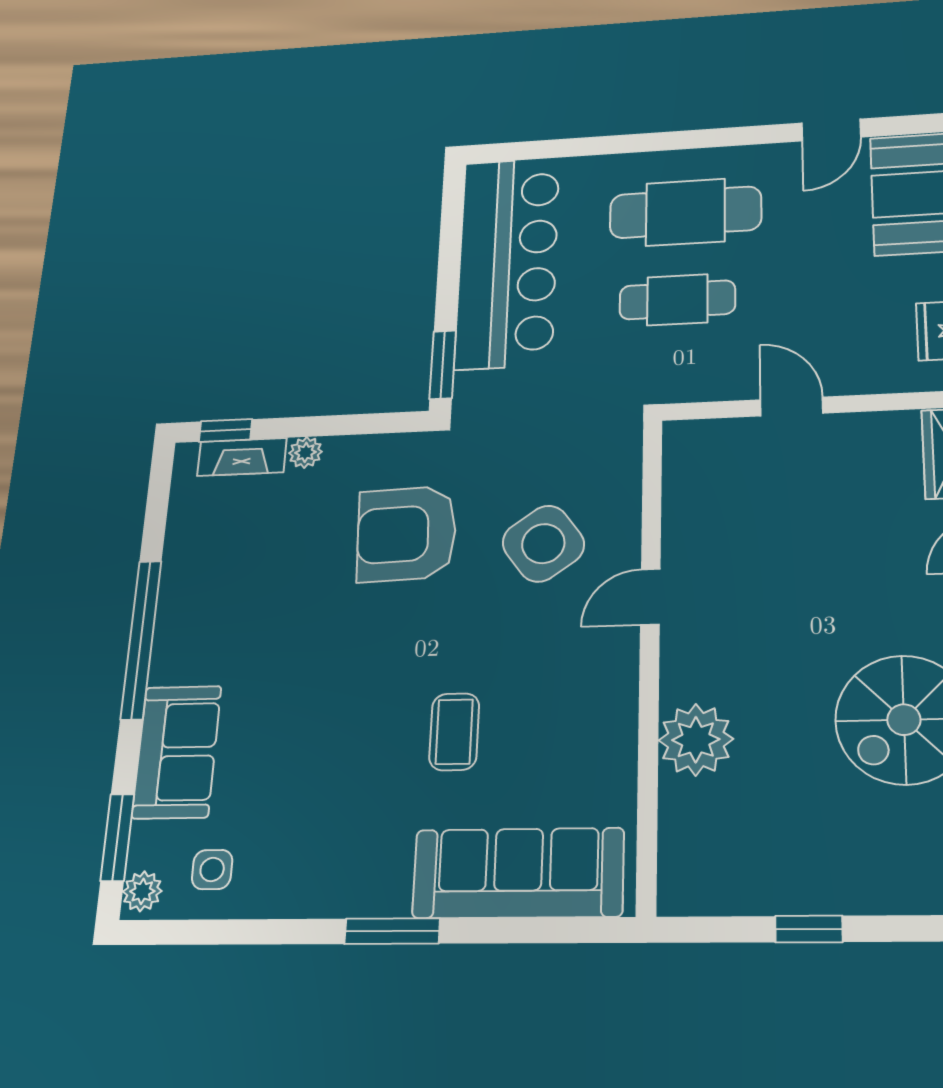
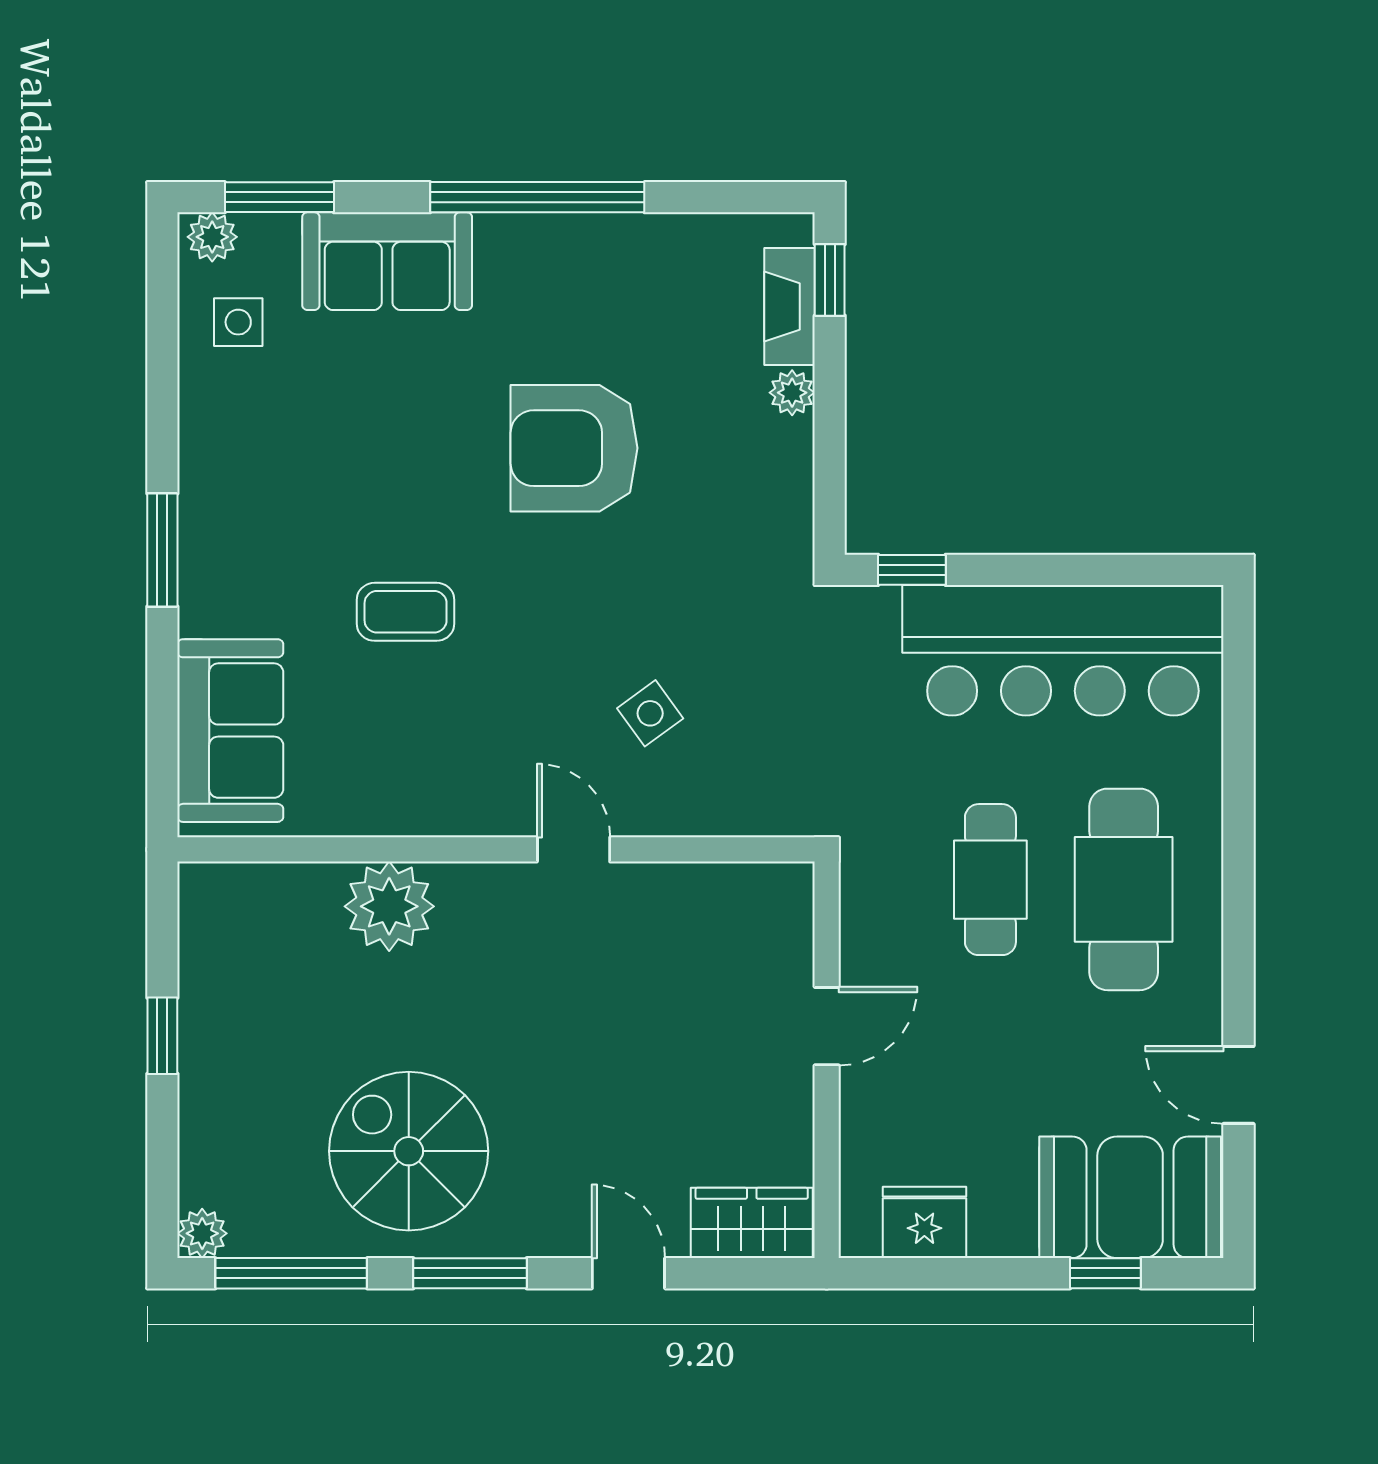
window: (443, 365) -> (912, 570), width x0.67
armchair: (406, 534) -> (574, 448), moved, turned -88
side table: (543, 544) -> (650, 713), width x0.54, depth x0.54
sofa: (518, 873) -> (230, 731), width x0.73

